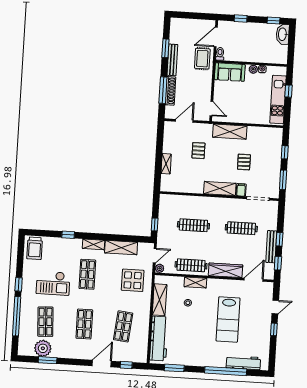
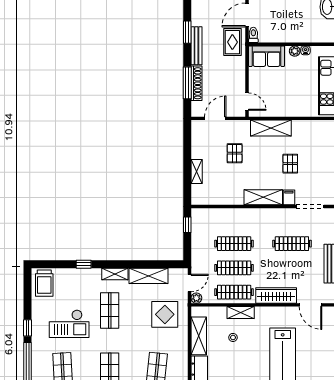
window: (155, 225) -> (187, 225), moved
clothes rail: (192, 245) -> (234, 268), added
door: (254, 280) -> (310, 305), swing flipped

